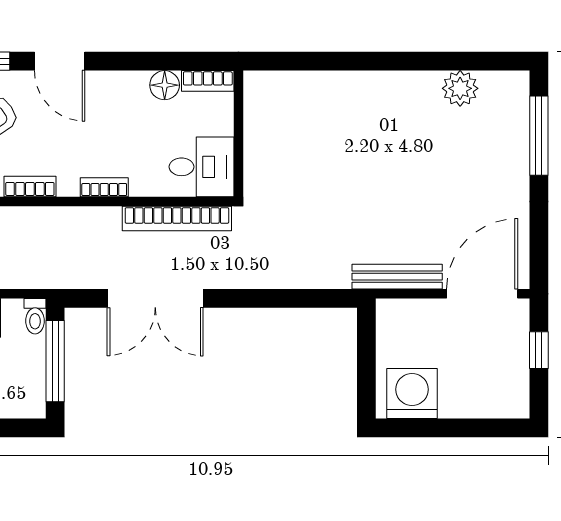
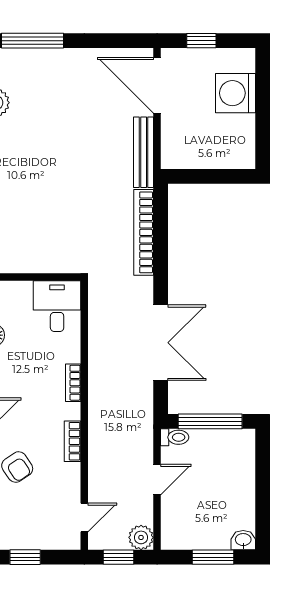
bookcase: (177, 218) -> (144, 232), moved, turned 180
washing machine: (412, 394) -> (236, 93), moved

